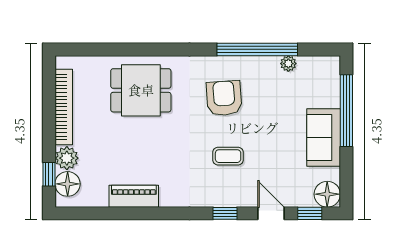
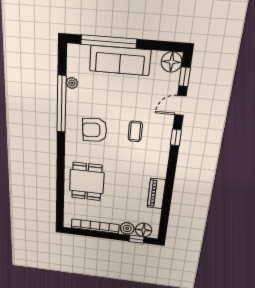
sofa: (324, 137) -> (120, 61), width x1.36

